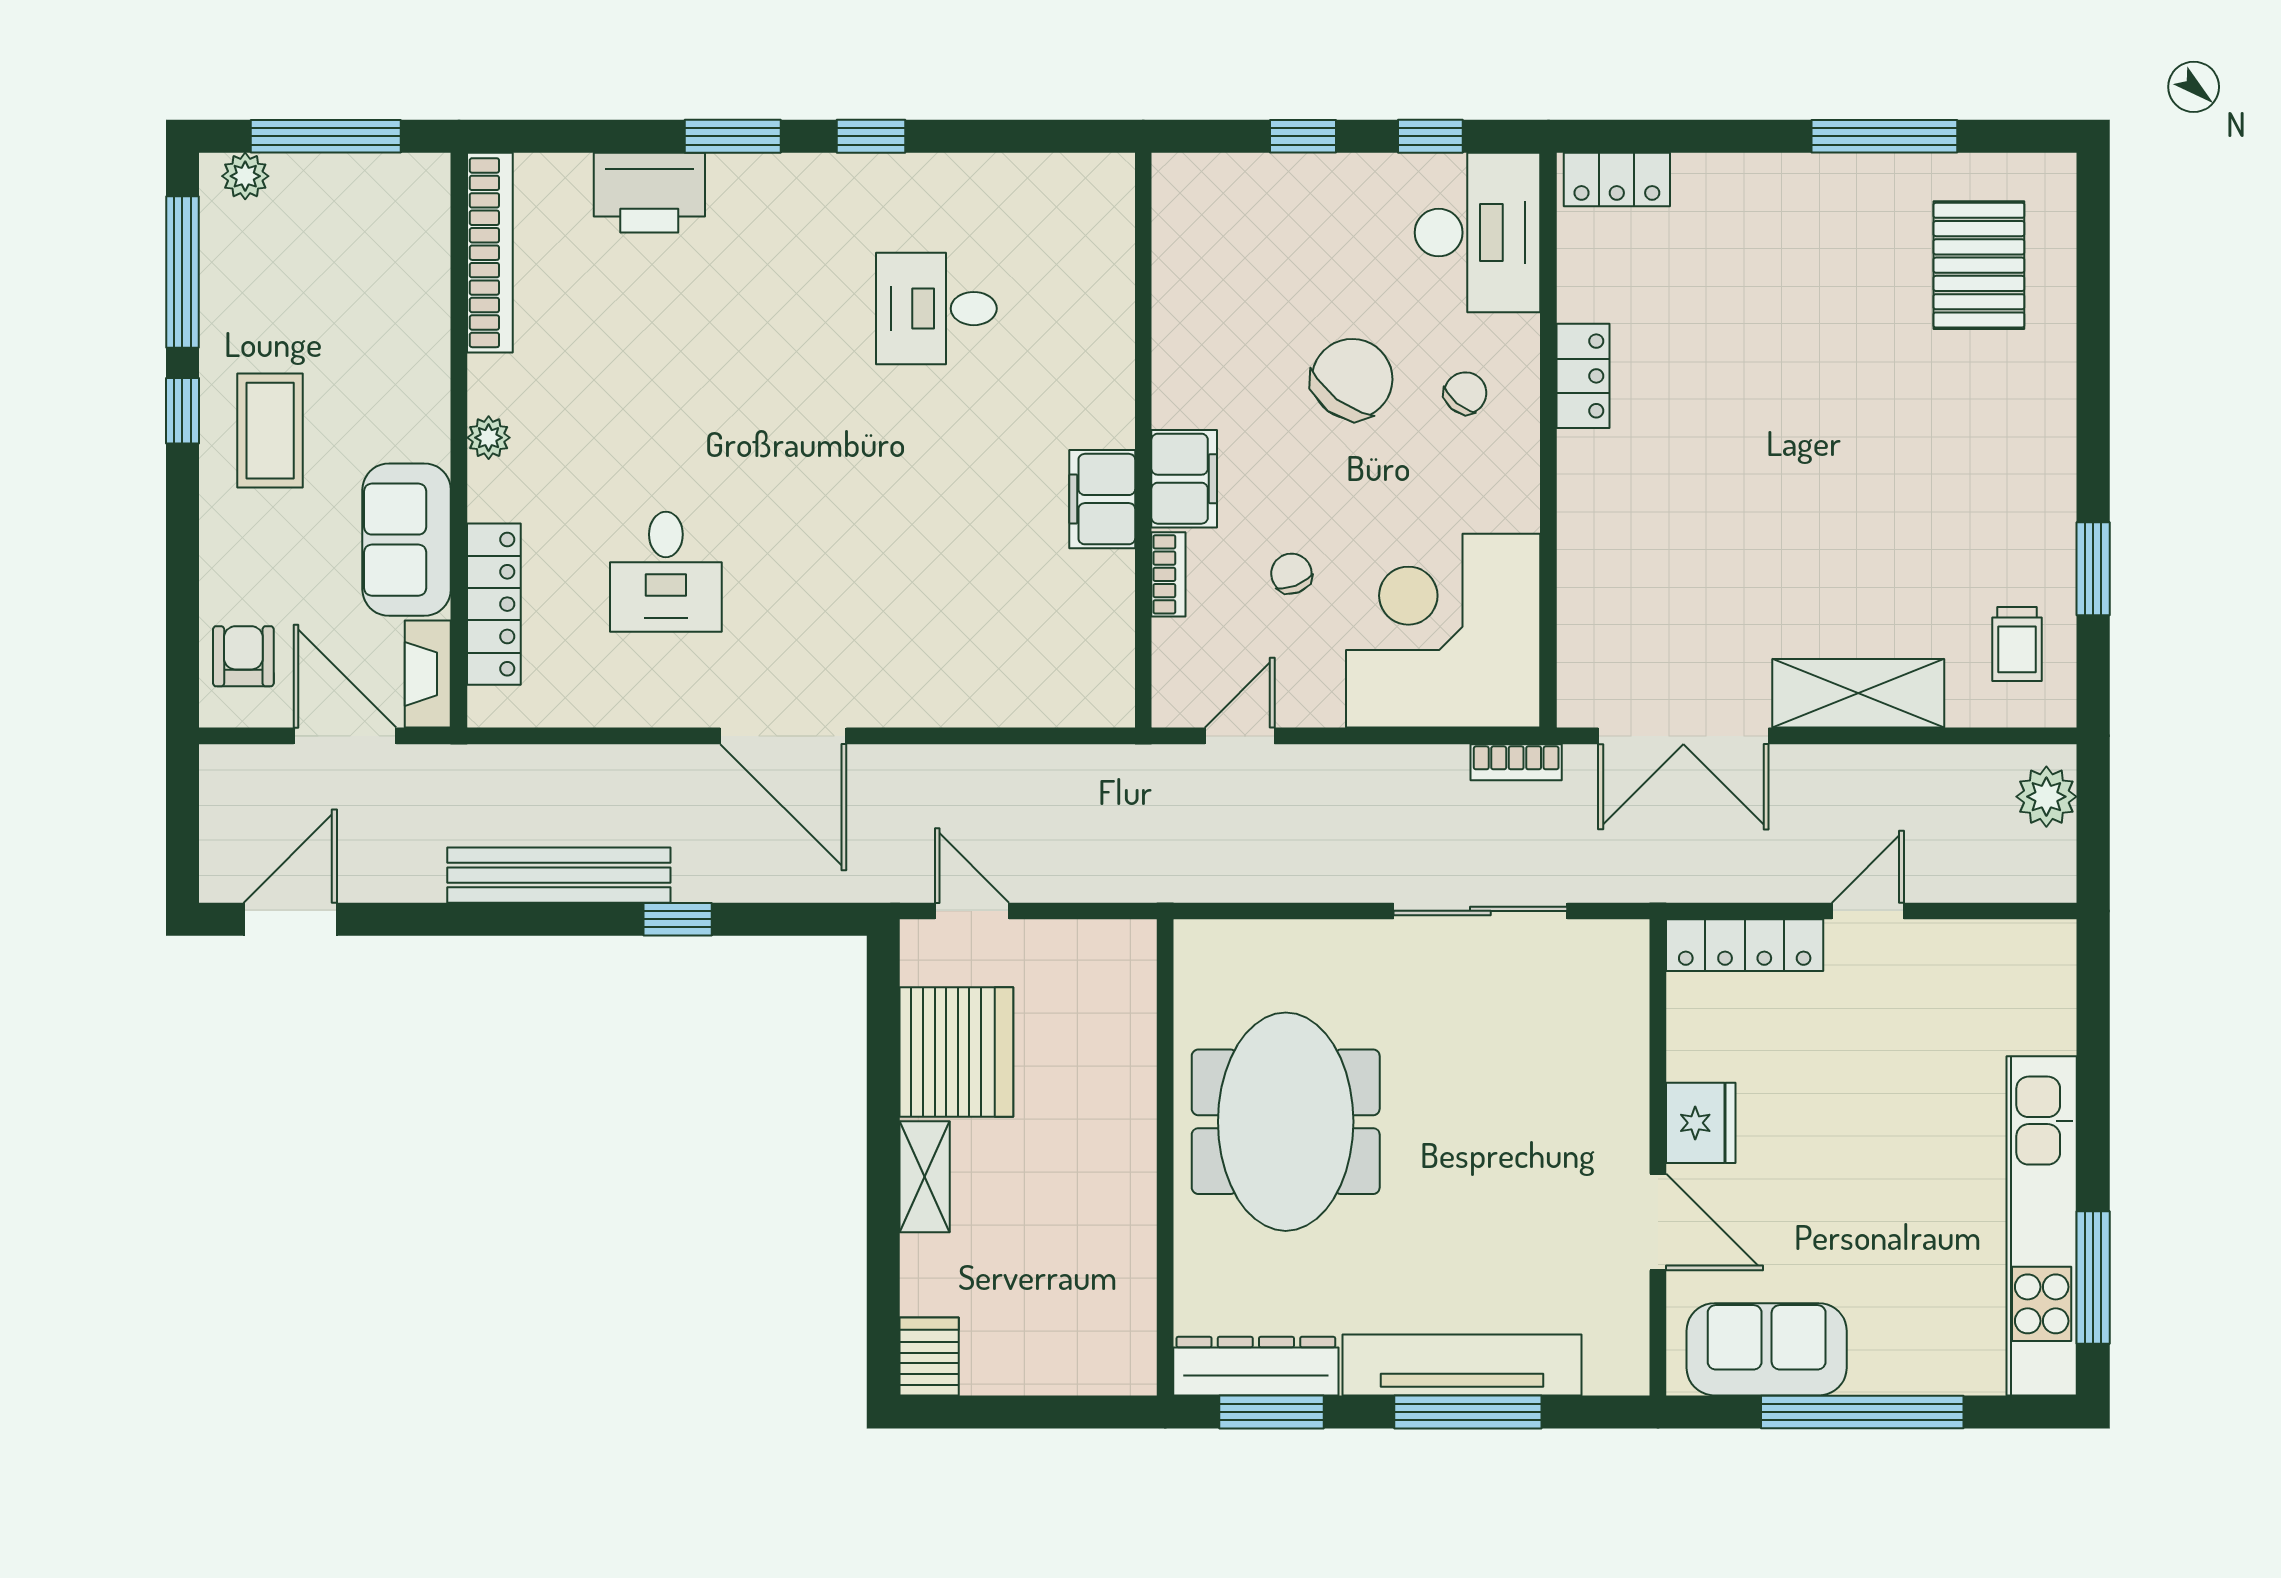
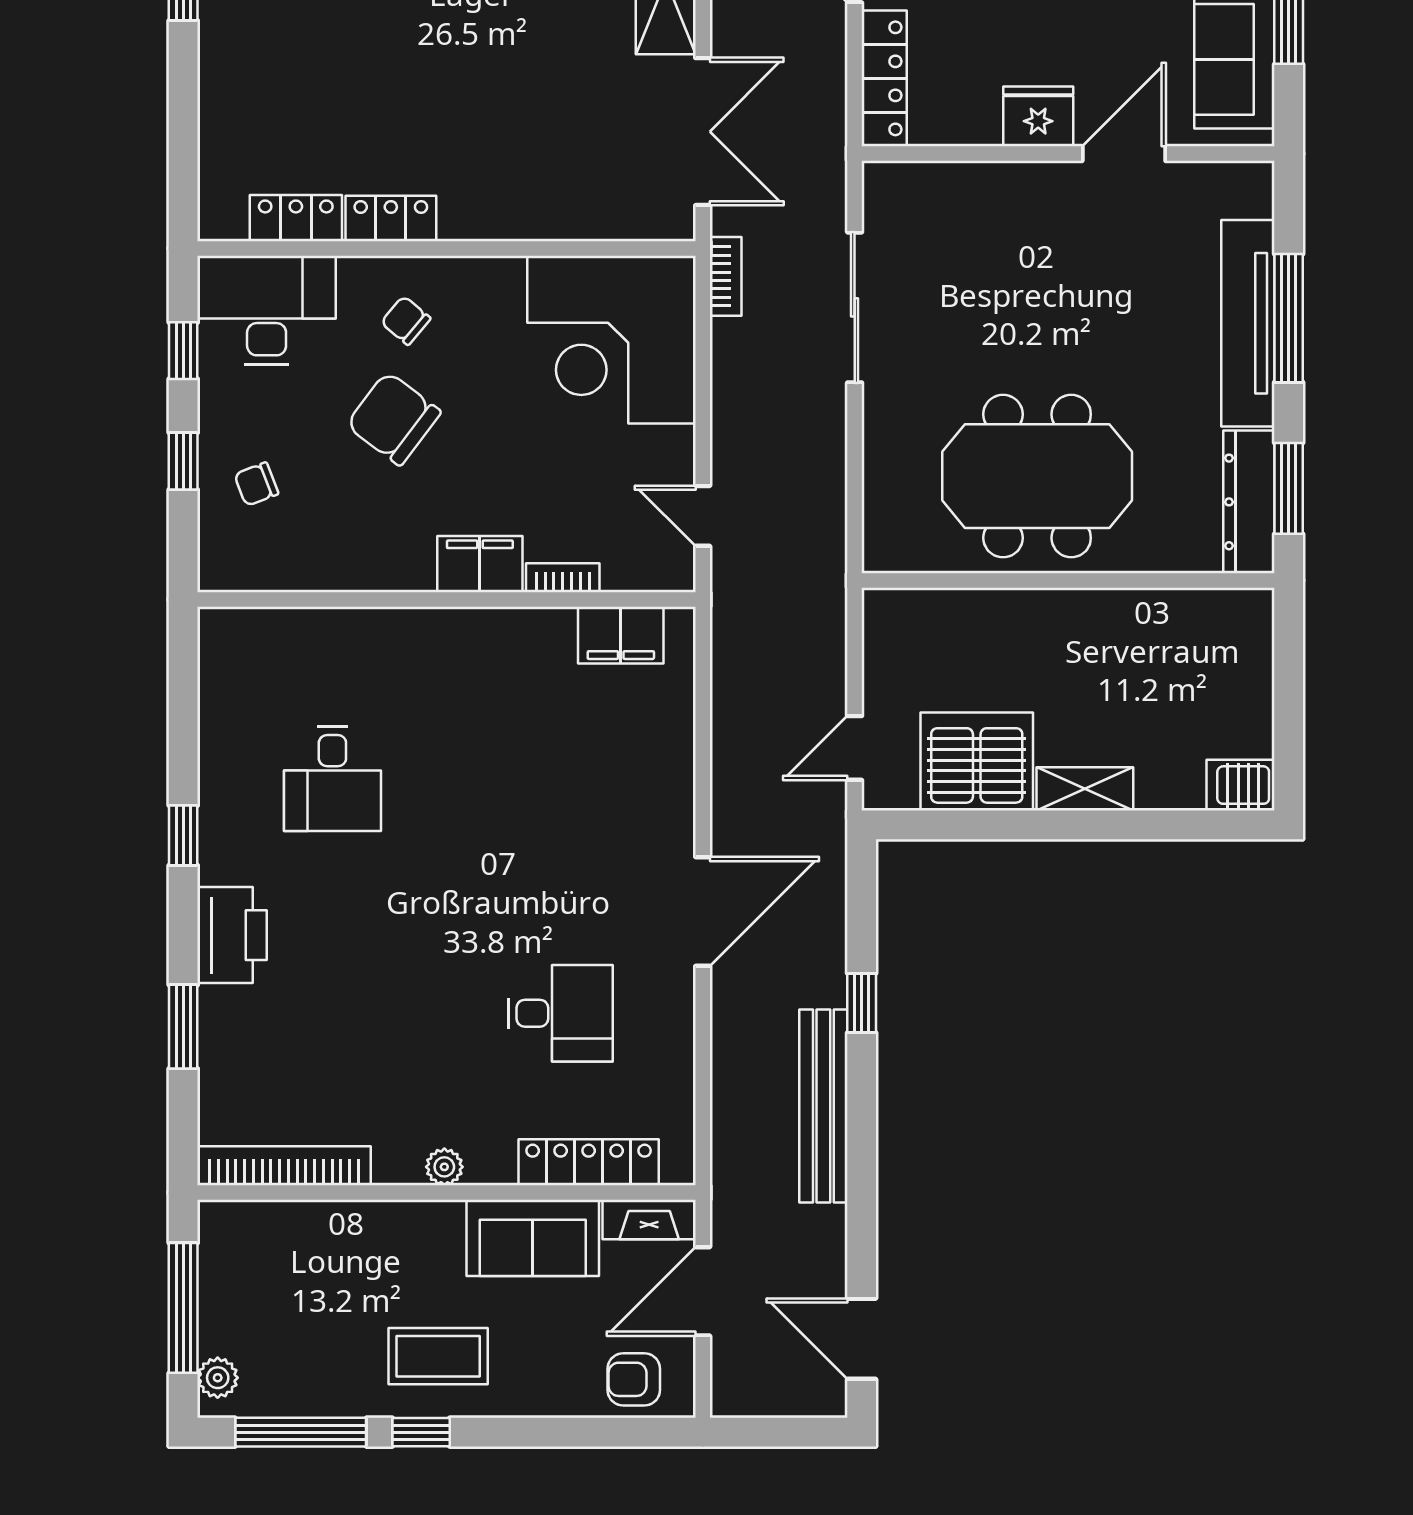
window: (733, 136) -> (183, 1027), moved
locker: (1617, 180) -> (296, 218), moved, turned -90
printer: (649, 193) -> (232, 935), moved
filing cabinet: (1102, 499) -> (621, 635), moved
chair: (1291, 574) -> (256, 484), moved

